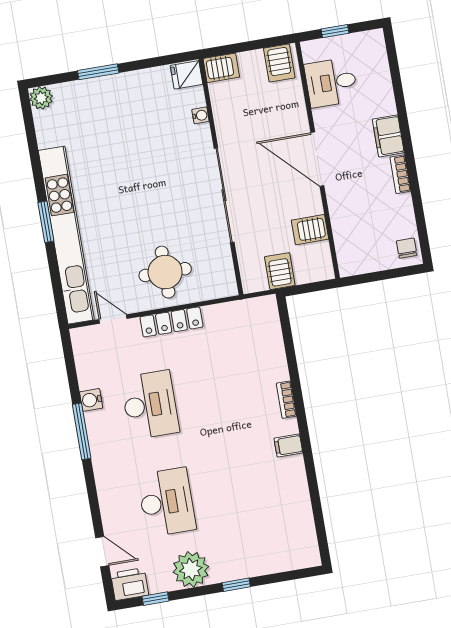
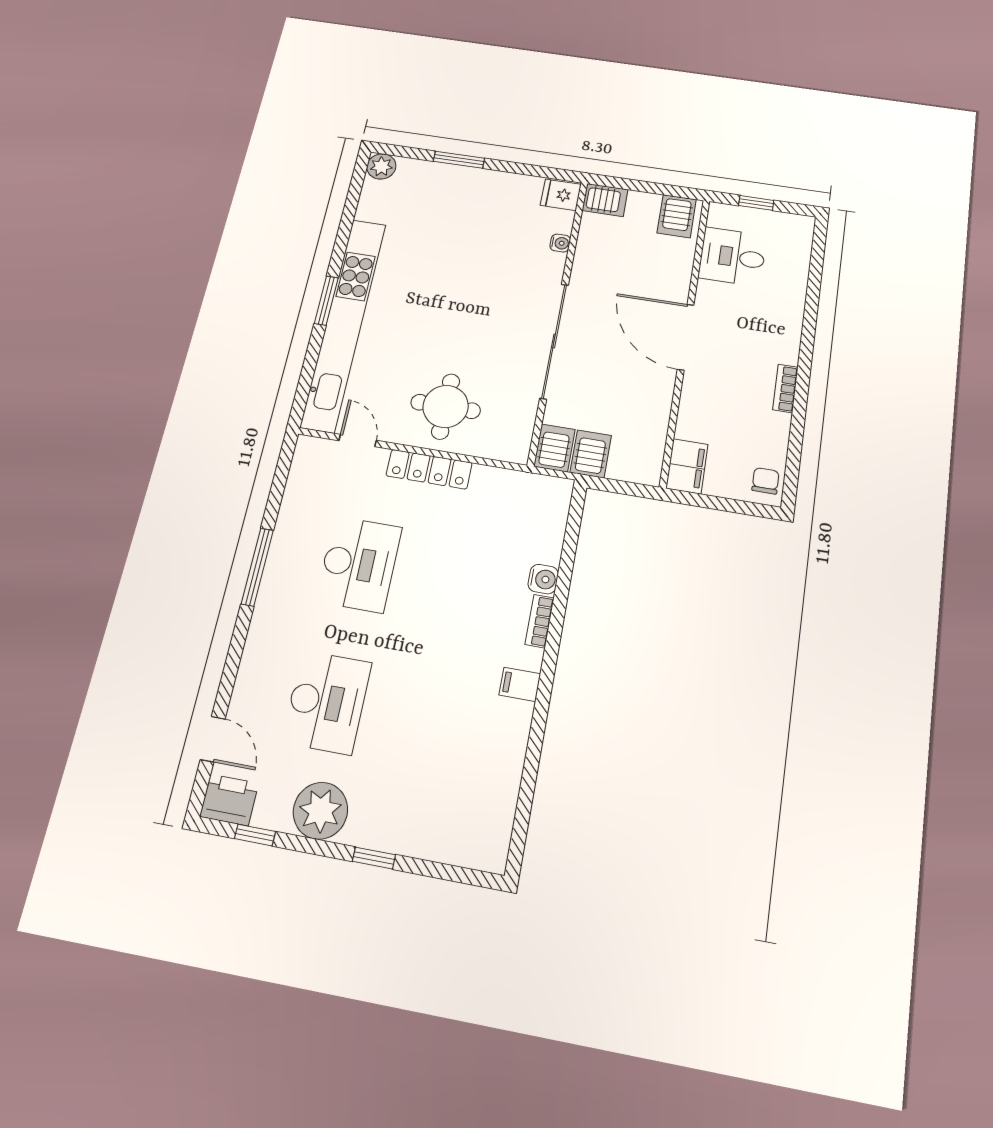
filing cabinet: (388, 136) -> (687, 466), moved, turned 180
server rack: (310, 230) -> (554, 448), moved, turned 90
water cooler: (91, 400) -> (543, 579), moved, turned 180

